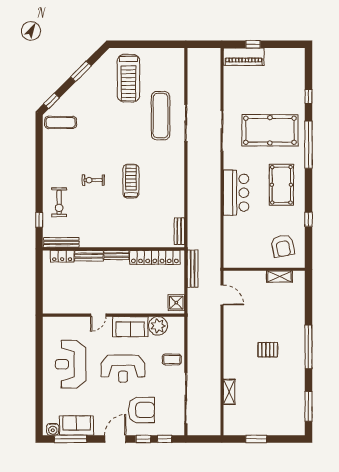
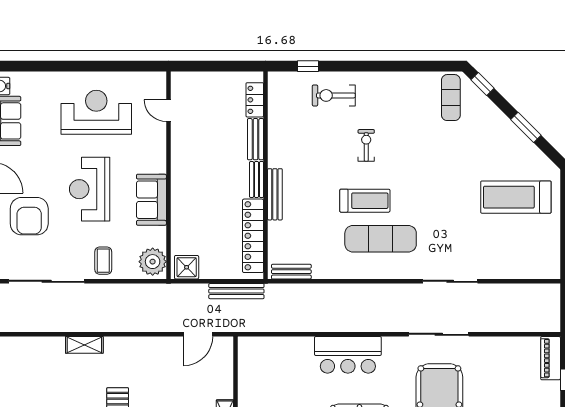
piano: (244, 57) -> (551, 358), width x0.73, depth x0.75
exercise mat: (161, 116) -> (381, 239), moved
bench: (61, 242) -> (275, 194), moved
door: (98, 315) -> (168, 111), moved
plant: (158, 326) -> (153, 262), moved
shelving: (229, 392) -> (84, 345), moved

